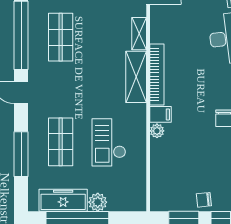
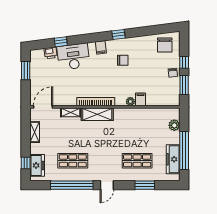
filing cabinet: (160, 114) -> (140, 99), moved
checkout: (109, 142) -> (137, 131), removed
window: (21, 154) -> (145, 185), width x0.69
plant: (98, 202) -> (174, 125), moved

